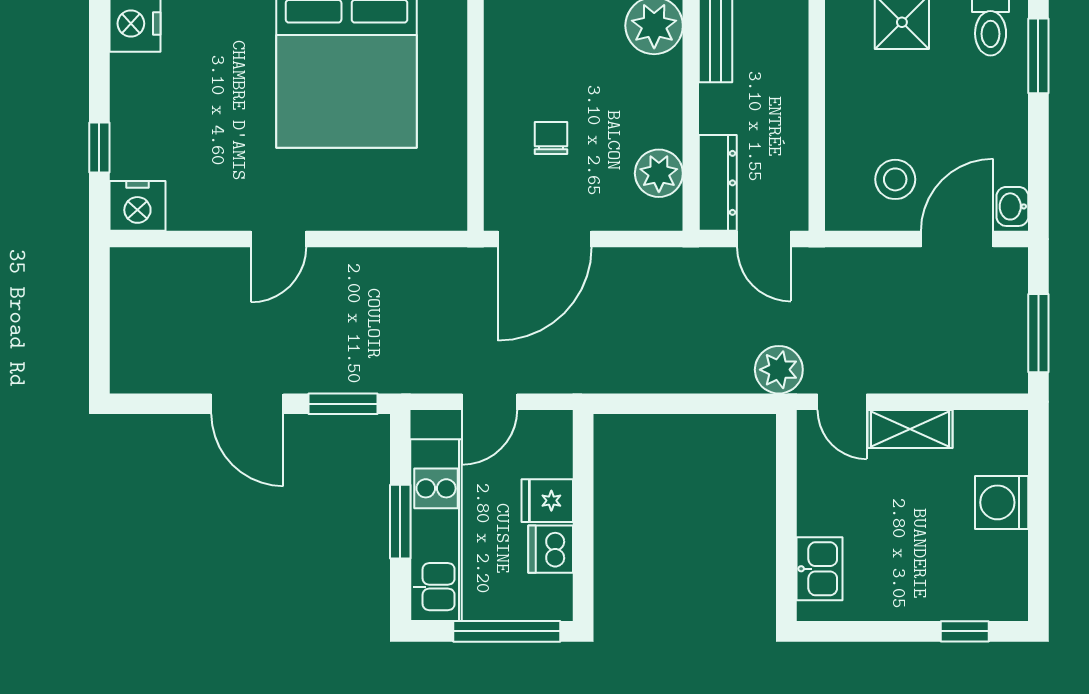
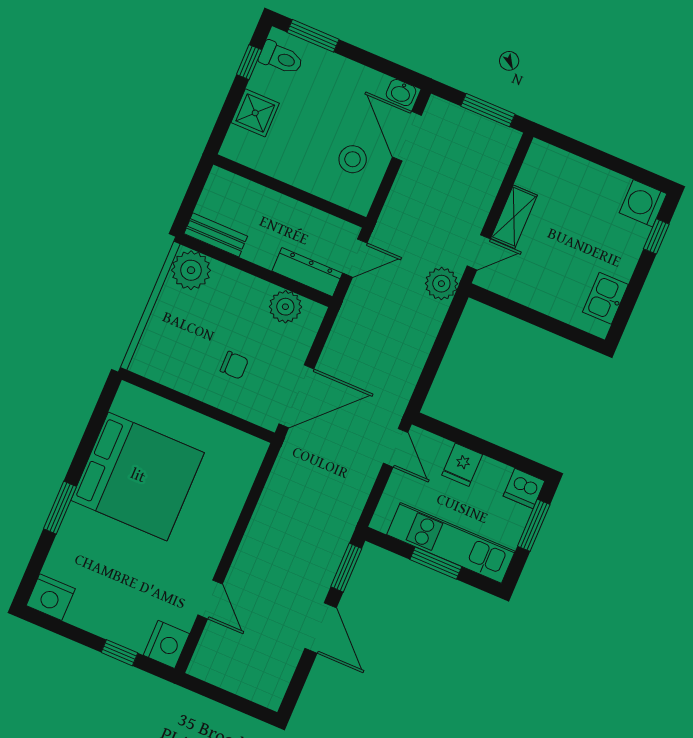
chair: (551, 138) -> (234, 365), turned 180
door: (278, 239) -> (210, 599), moved
door: (545, 239) -> (296, 396), hinge flipped
door: (490, 402) -> (396, 448), moved
door: (247, 404) -> (321, 628), hinge flipped
washing machine: (1002, 502) -> (643, 203), moved, turned 90
dishwasher: (551, 549) -> (524, 488), moved
kitchen sink: (820, 569) -> (605, 298), moved, turned -90
window: (507, 631) -> (534, 525), width x0.69

